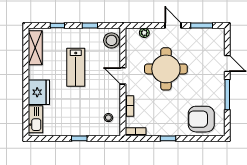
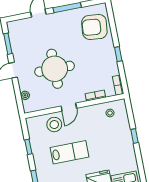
stool: (111, 40) -> (54, 125), moved
armchair: (201, 119) -> (94, 27), turned 96

